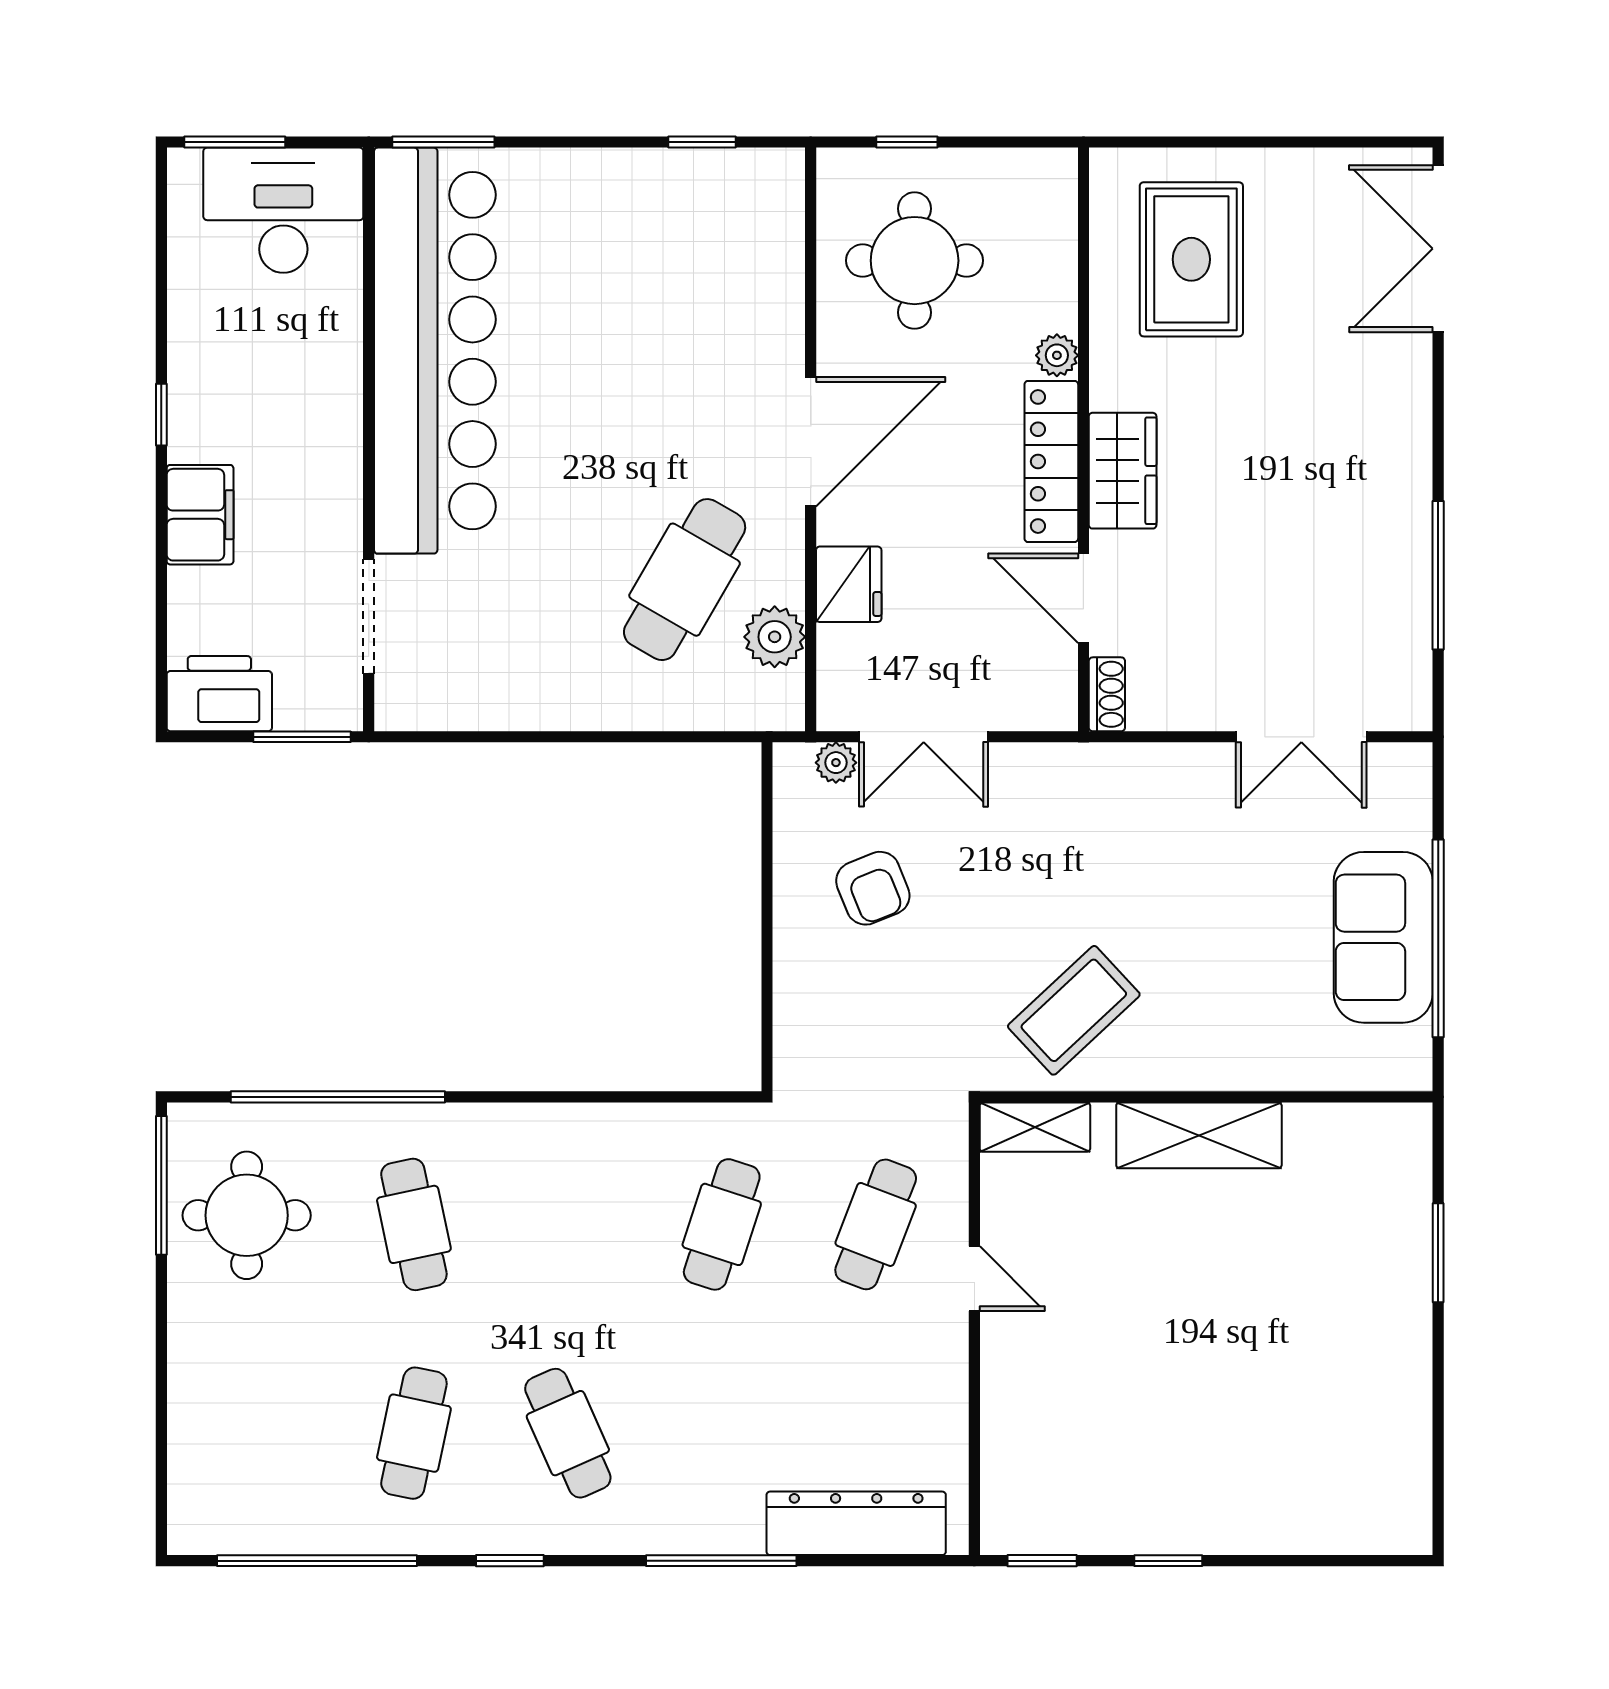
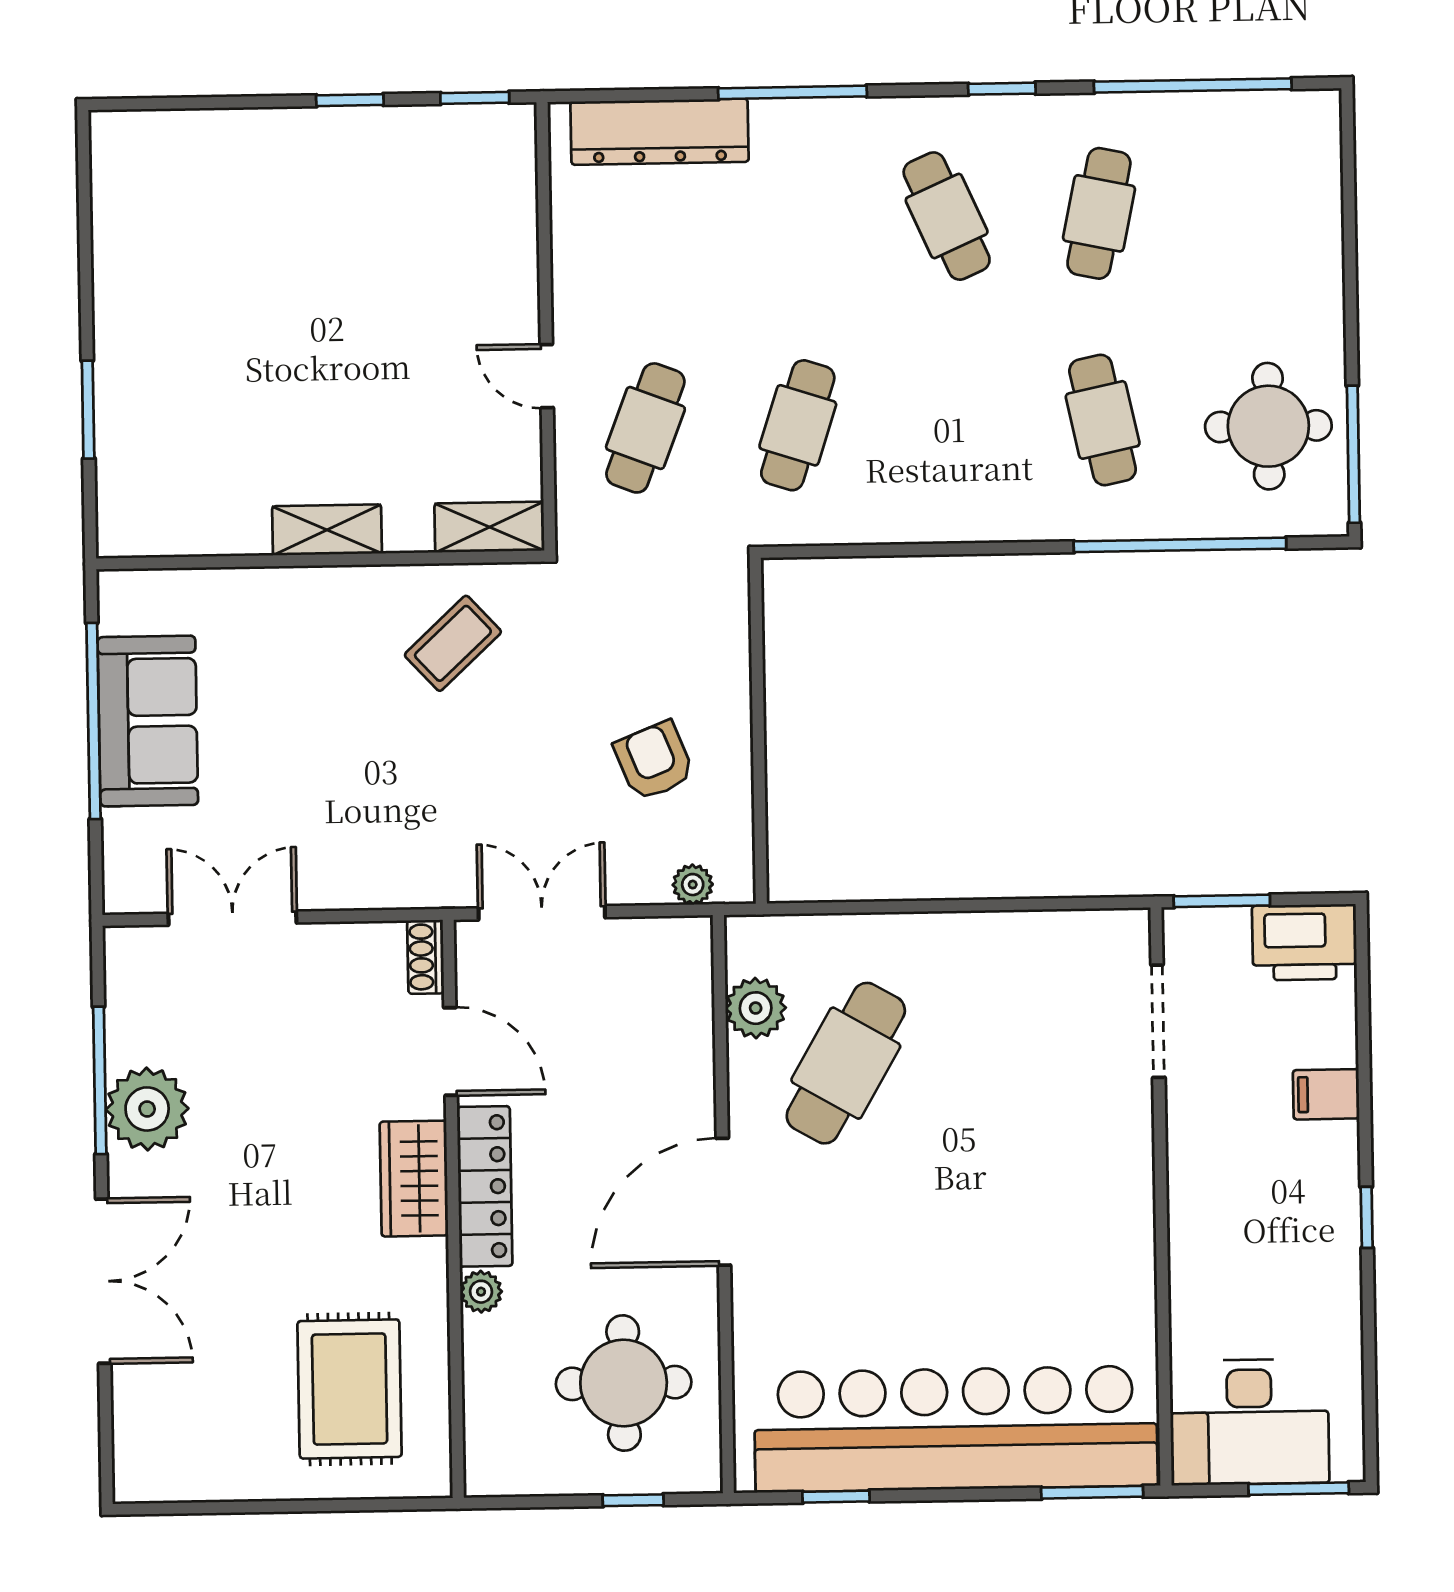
double door: (1438, 249) -> (103, 1281), moved
bar counter: (435, 351) -> (956, 1429), moved, turned 90
filing cabinet: (200, 515) -> (1326, 1094), width x0.50
plant: (1391, 546) -> (147, 1109), added
fridge: (849, 584) -> (683, 1061), removed
double door: (924, 737) -> (542, 913), moved
coffee table: (1074, 1010) -> (453, 643), width x0.73, depth x0.77
shelving: (1199, 1135) -> (327, 530), width x0.67, depth x0.75

